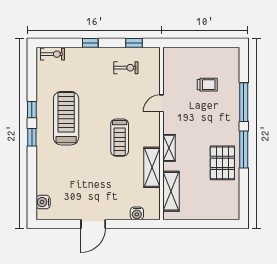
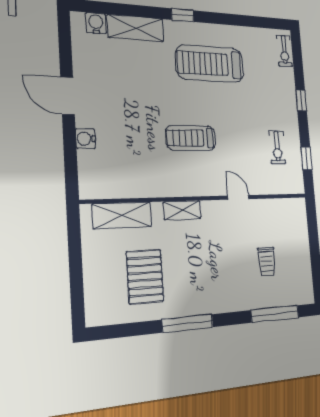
window: (244, 102) -> (275, 314), moved
window: (32, 110) -> (217, 18), removed
treadmill: (66, 118) -> (210, 64), turned 180
pallet: (222, 163) -> (145, 277), moved, turned 90
shelving: (152, 167) -> (136, 28), moved
water cooler: (137, 213) -> (86, 139), moved

